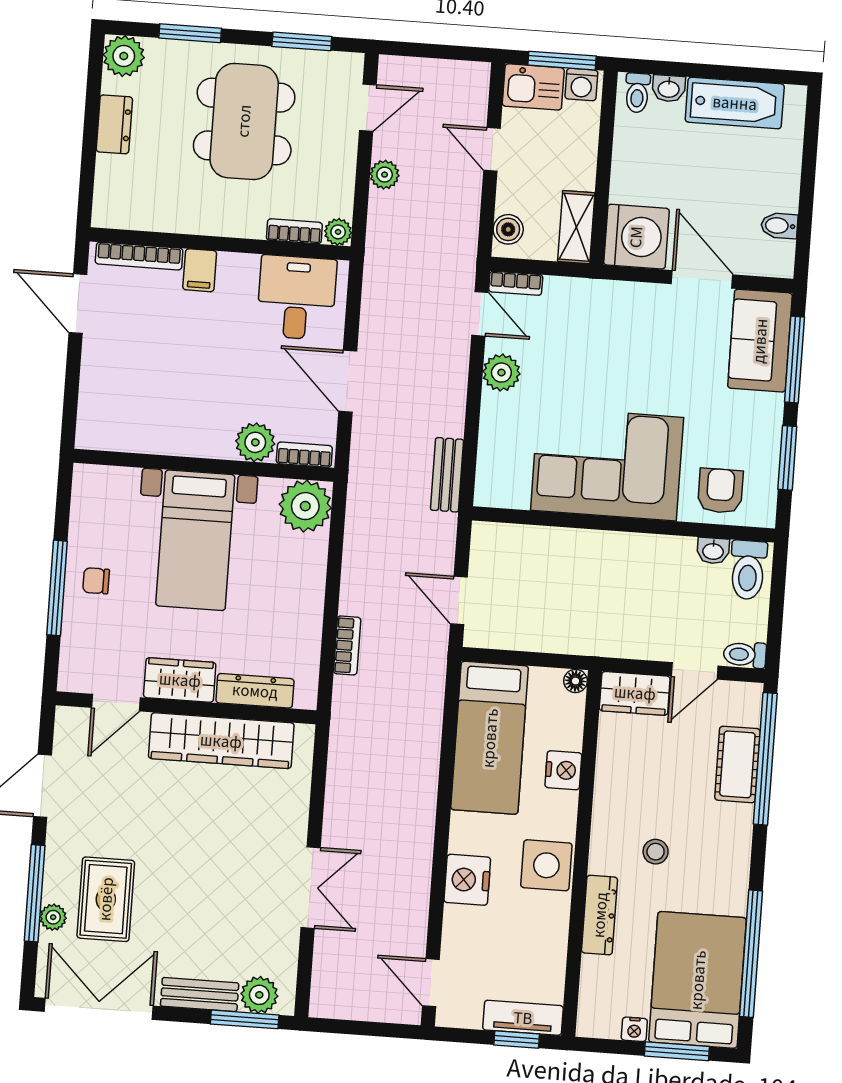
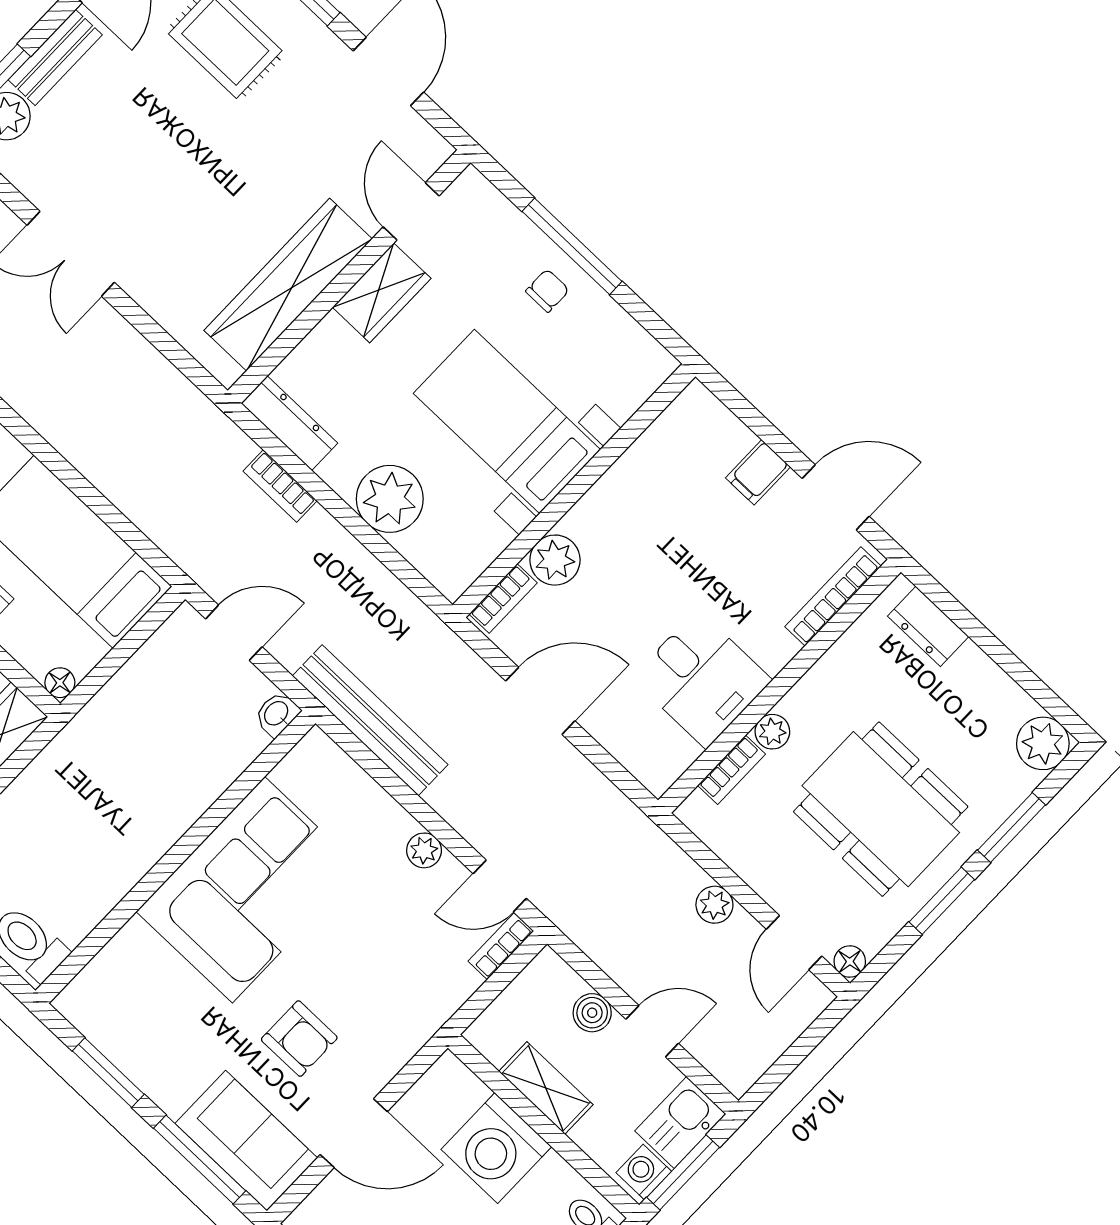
window: (302, 41) -> (942, 901), moved
floor lamp: (352, 64) -> (850, 961), added
dresser: (114, 124) -> (928, 626), moved
shelving: (576, 227) -> (546, 1088), moved
boiler: (508, 229) -> (592, 1013), moved
plant: (338, 232) -> (772, 732), moved
washing machine: (636, 237) -> (496, 1148), moved
filing cabinet: (200, 270) -> (758, 472), moved, turned -90
desk: (297, 298) -> (702, 679), moved
plant: (501, 373) -> (424, 850), width x0.73, depth x0.73
bench: (447, 475) -> (370, 720), width x1.86, depth x1.21
armchair: (720, 491) -> (299, 1039), moved
plant: (305, 506) -> (390, 499), moved
washbasin: (713, 551) -> (277, 714), moved
dresser: (255, 691) -> (289, 423), moved, turned -90

